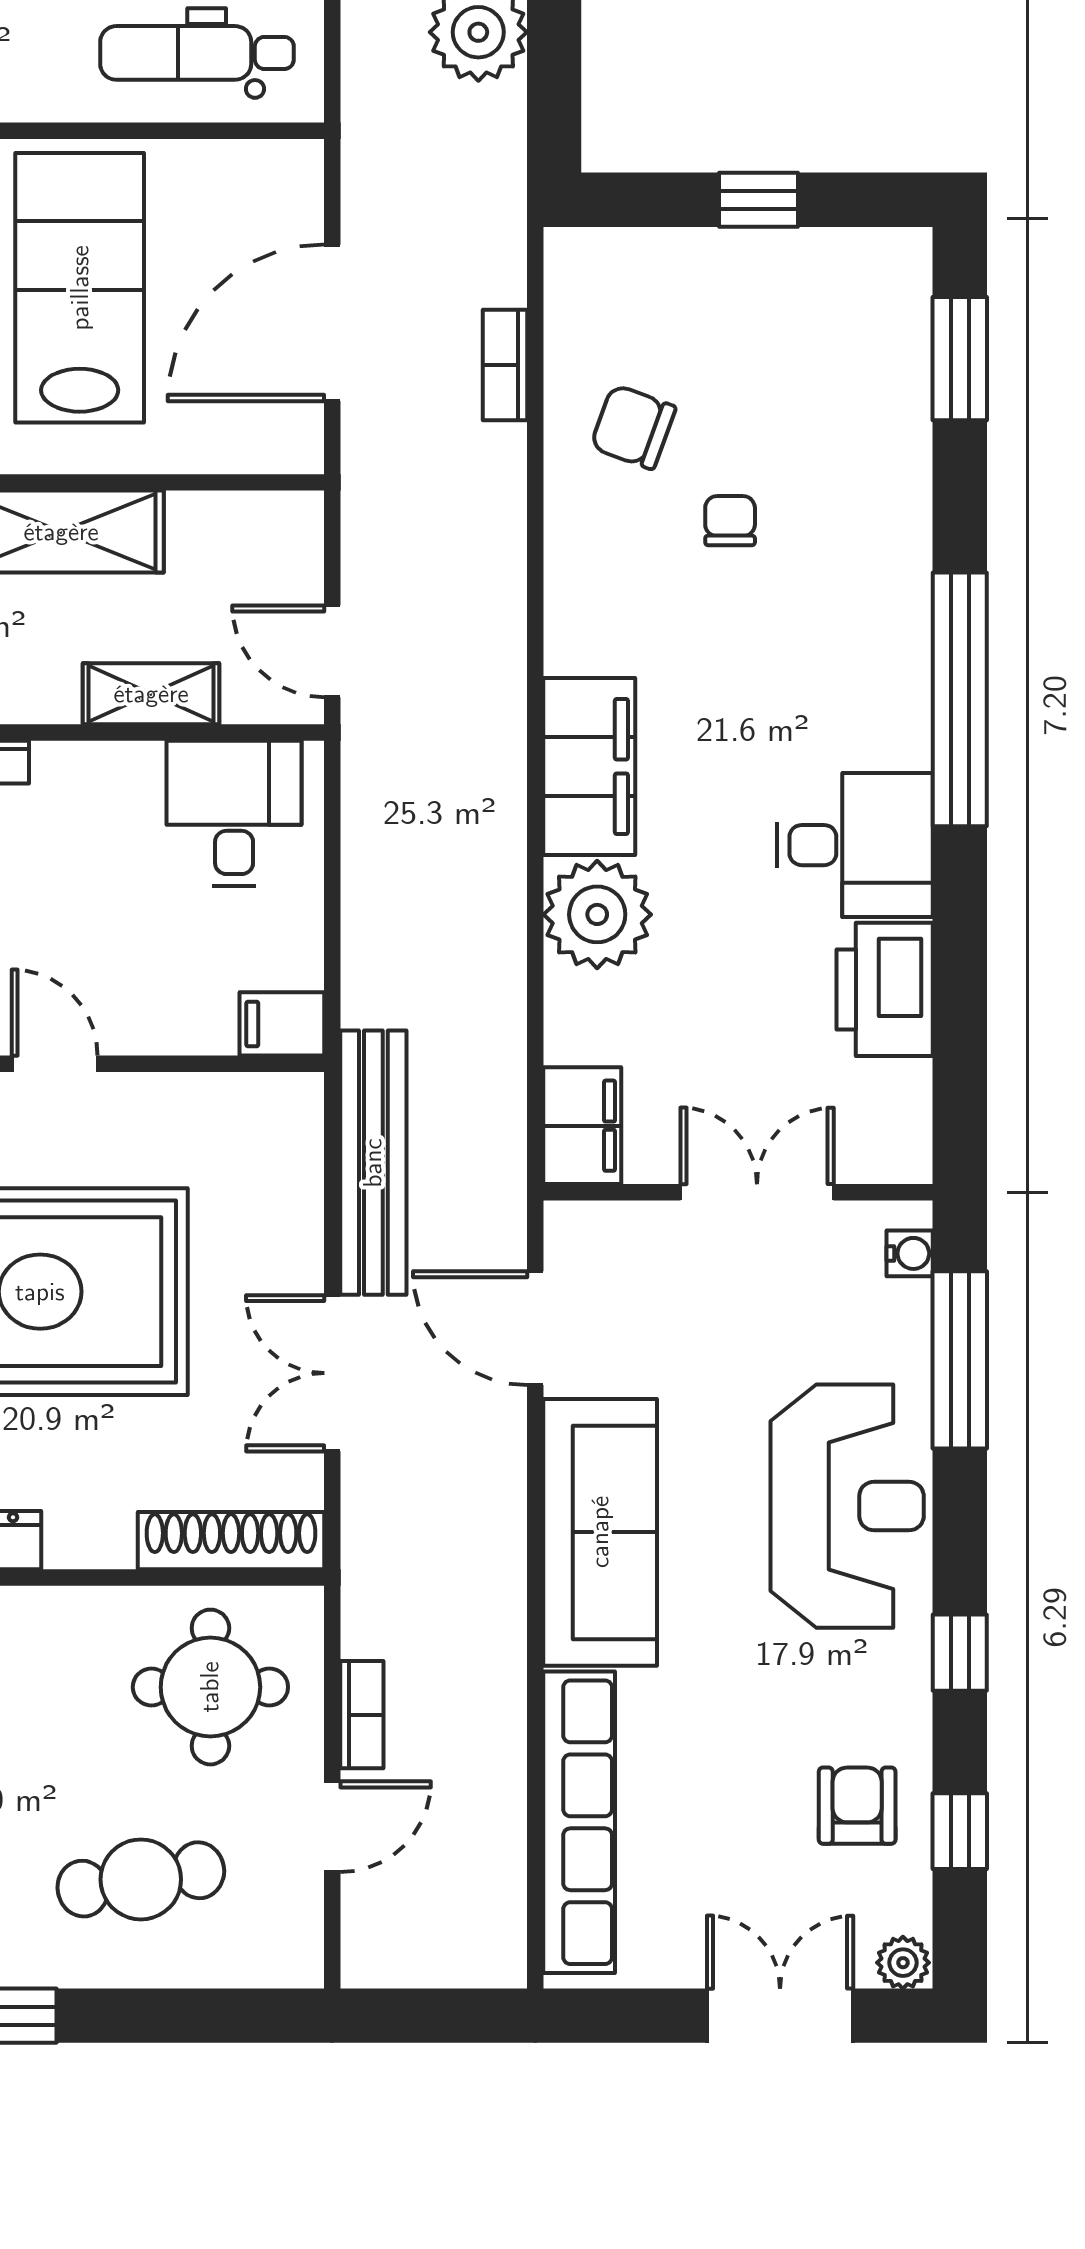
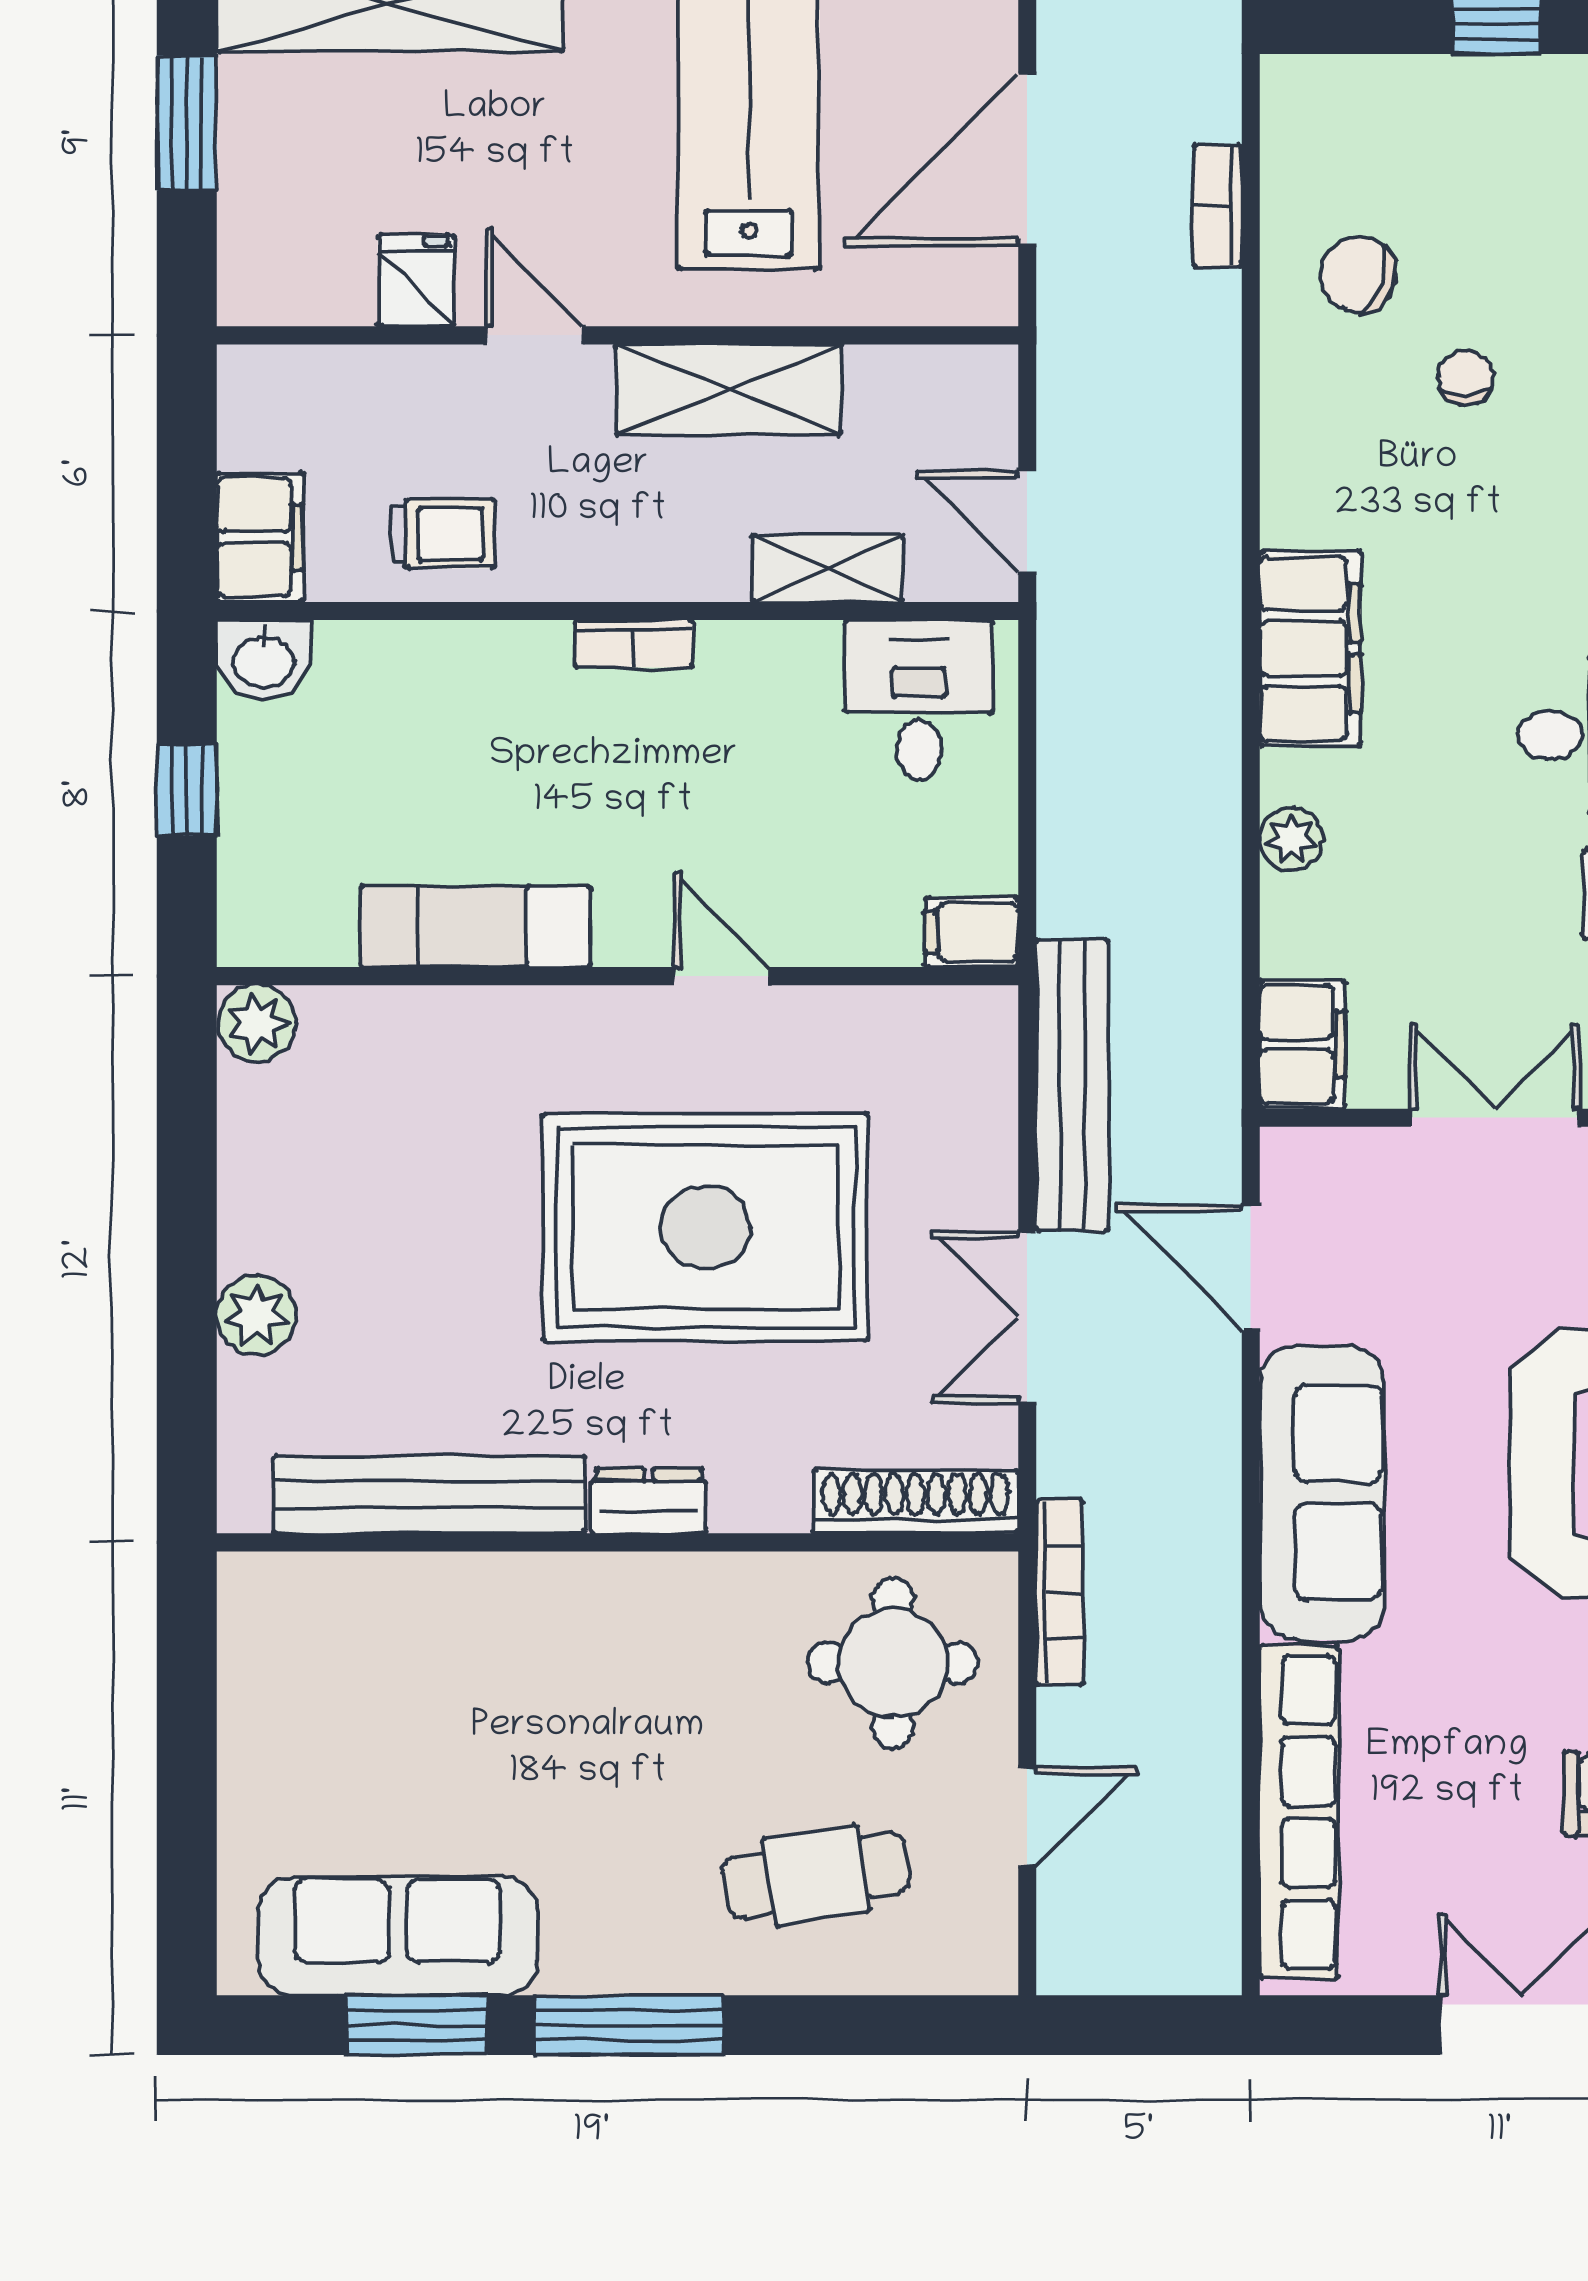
plant: (597, 914) -> (1291, 839), width x0.53, depth x0.53
bookcase: (362, 1715) -> (1060, 1592), moved, width x1.56

